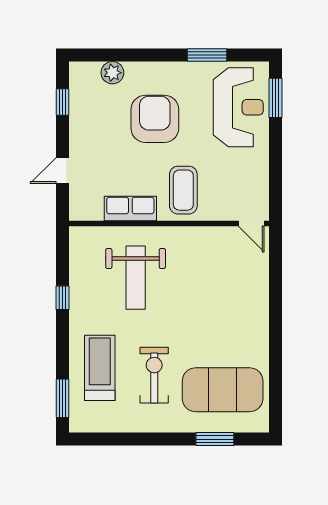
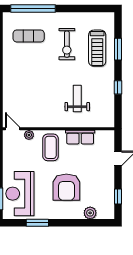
plant: (222, 212) -> (29, 135), added
weight bench: (136, 278) -> (77, 99), width x0.73, depth x0.75
exercise mat: (223, 390) -> (29, 36), width x0.50, depth x0.69
window: (63, 398) -> (118, 49), moved
window: (215, 439) -> (33, 9), width x2.11

